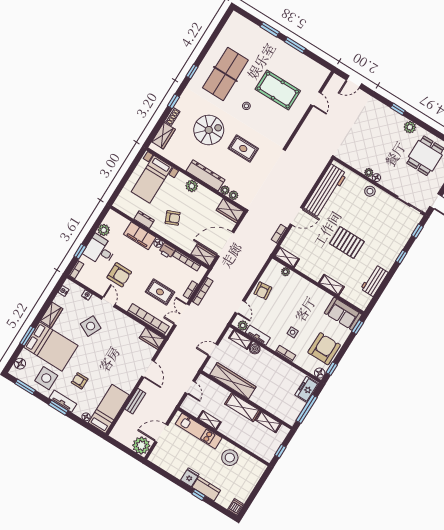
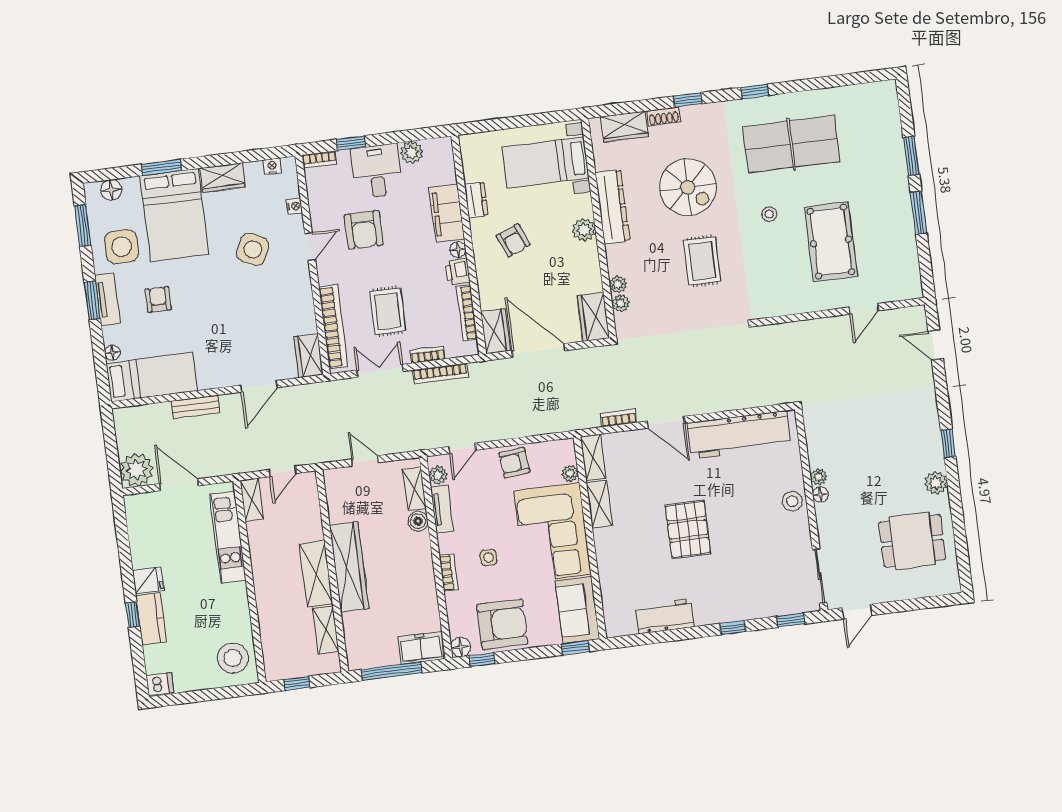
dresser: (206, 175) -> (612, 207), moved
shelving: (331, 285) -> (599, 504), moved
corner sofa: (304, 298) -> (553, 533), added
wardrobe: (233, 381) -> (349, 567), moved
shelving: (209, 420) -> (252, 500), moved
stool: (230, 458) -> (233, 658), moved

